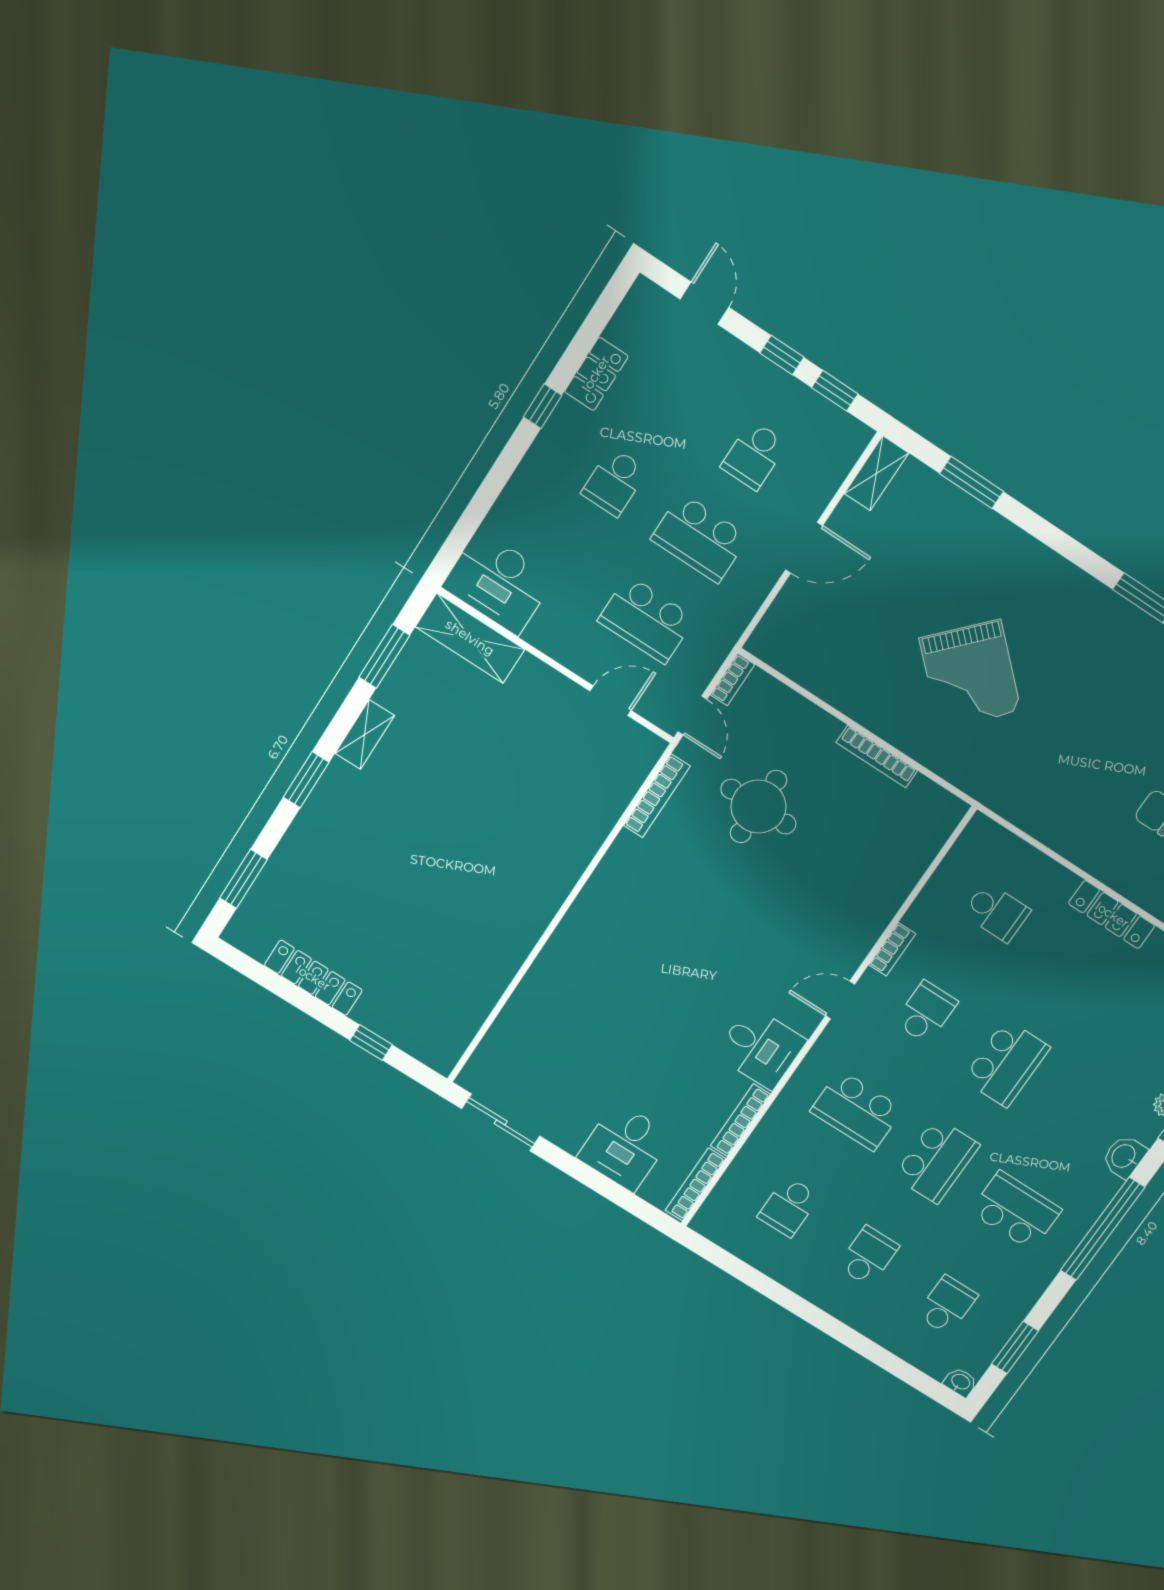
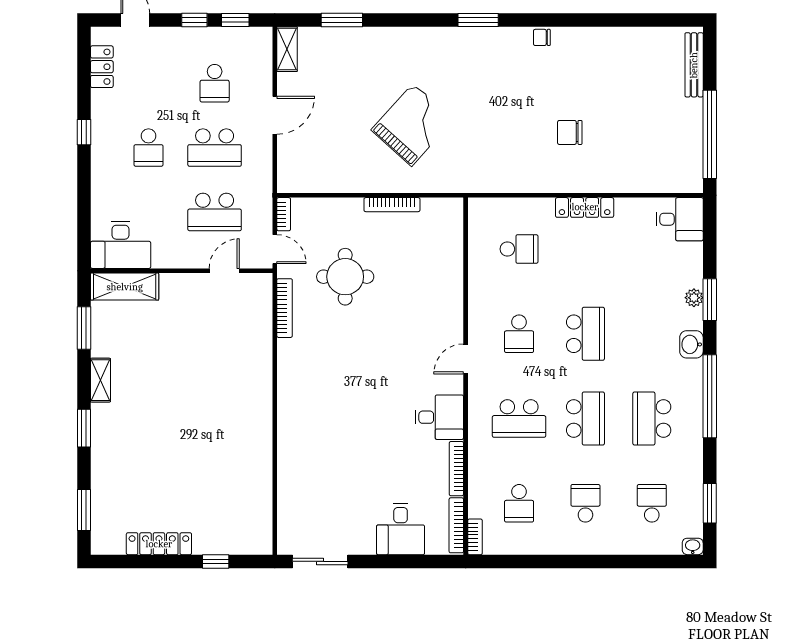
locker: (596, 374) -> (102, 67), moved
grand piano: (970, 675) -> (412, 125), turned -91
bookcase: (892, 949) -> (475, 537), moved
school desk: (926, 1012) -> (519, 334), turned 180
school desk: (1016, 1211) -> (652, 419), turned -90

